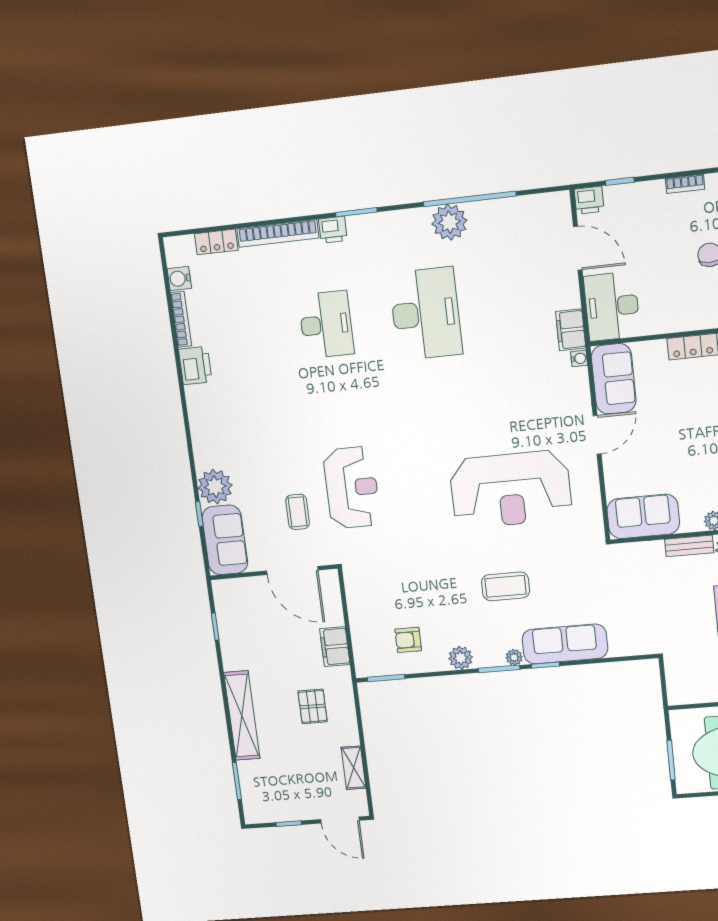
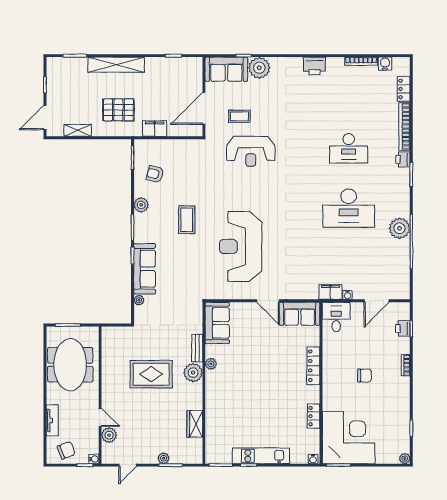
printer: (589, 200) -> (403, 328), moved
desk: (612, 306) -> (336, 317), width x0.73
water cooler: (579, 358) -> (347, 295), moved
printer: (195, 366) -> (314, 66), moved
coffee table: (506, 586) -> (187, 220), moved
armchair: (408, 640) -> (155, 174), turned -75
plant: (514, 657) -> (139, 300), moved
pallet: (313, 706) -> (118, 110), width x1.50, depth x1.42

